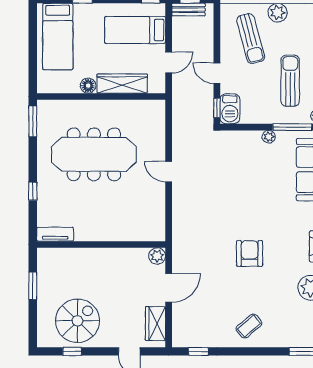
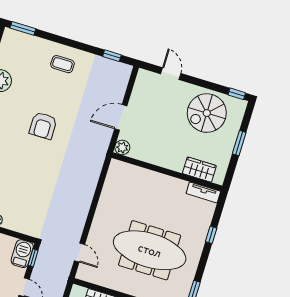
door: (169, 172) -> (79, 253), moved
window: (33, 286) -> (239, 143), moved
wardrobe: (156, 324) -> (199, 170), moved, turned -90
coffee table: (249, 326) -> (62, 64), turned 40
window: (72, 351) -> (237, 94), moved

